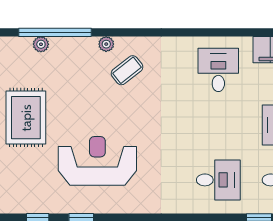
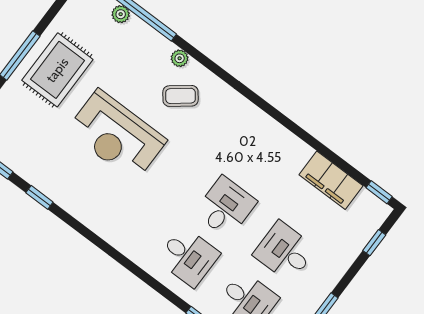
desk: (218, 70) -> (226, 207), moved
reception desk: (97, 161) -> (117, 135), moved, turned 180

